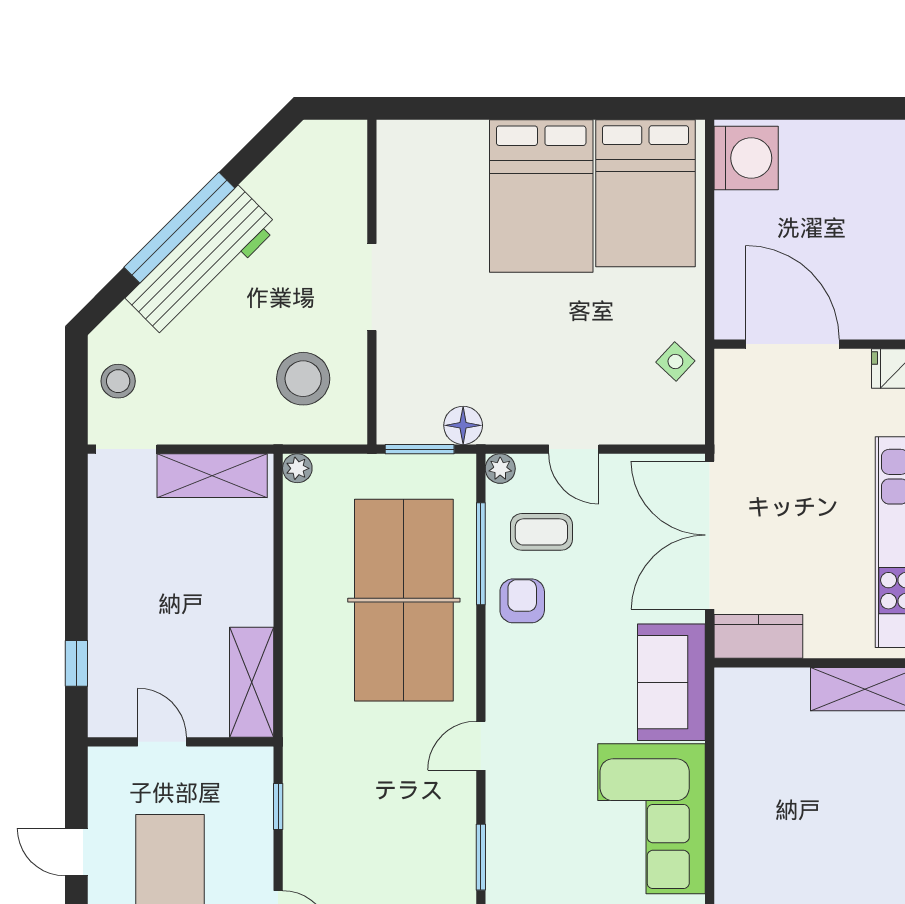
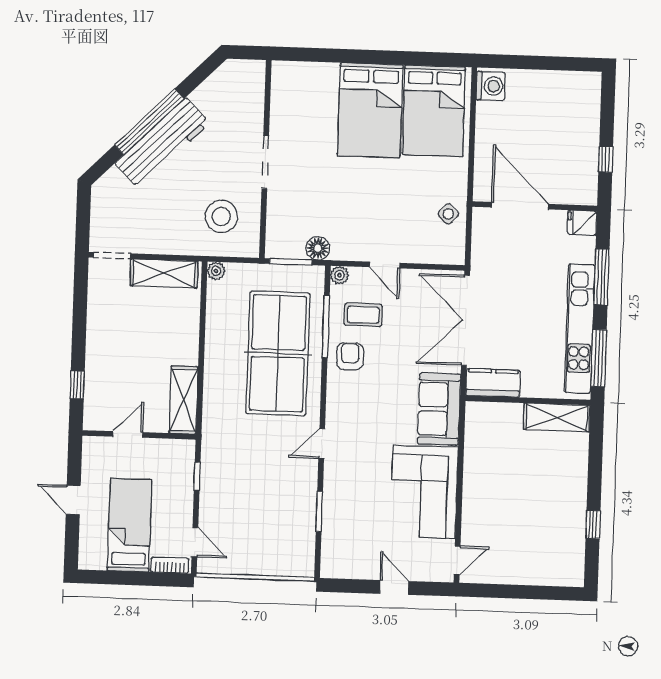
washing machine: (746, 158) -> (491, 86), width x0.73, depth x0.73
stool: (118, 381) -> (109, 214), removed
door: (162, 742) -> (128, 434), hinge flipped

